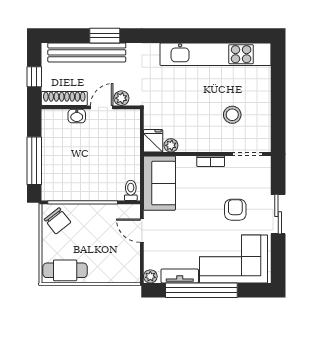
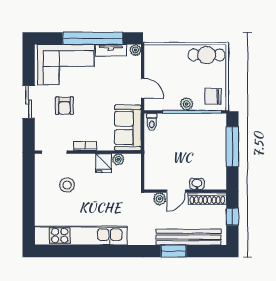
fridge: (153, 141) -> (103, 163), moved
plant: (89, 212) -> (187, 104), added
chair: (58, 221) -> (213, 96), turned -52

